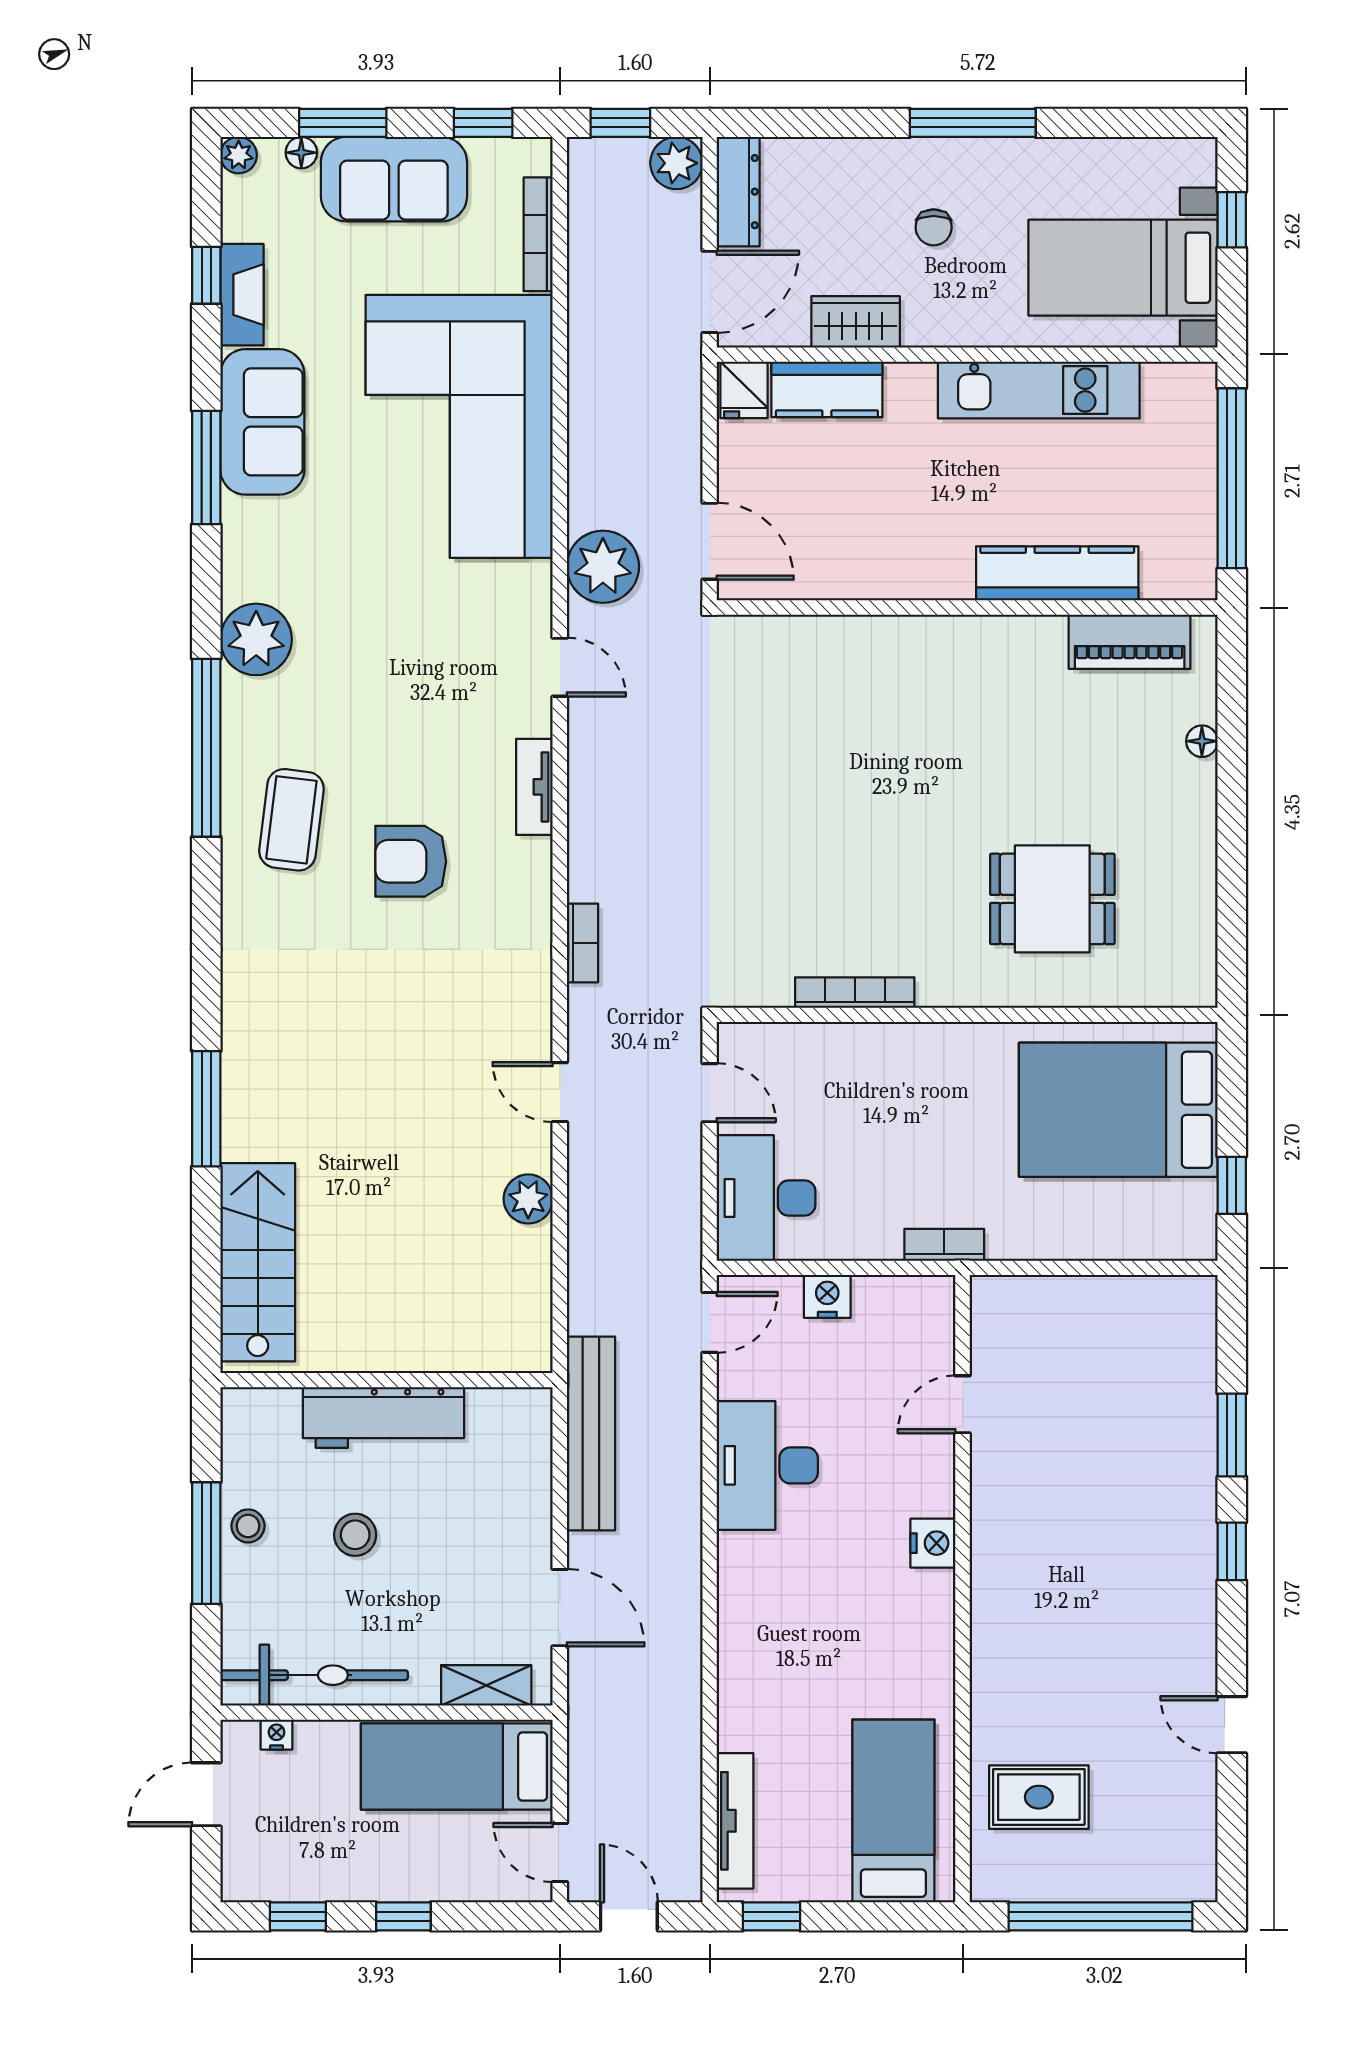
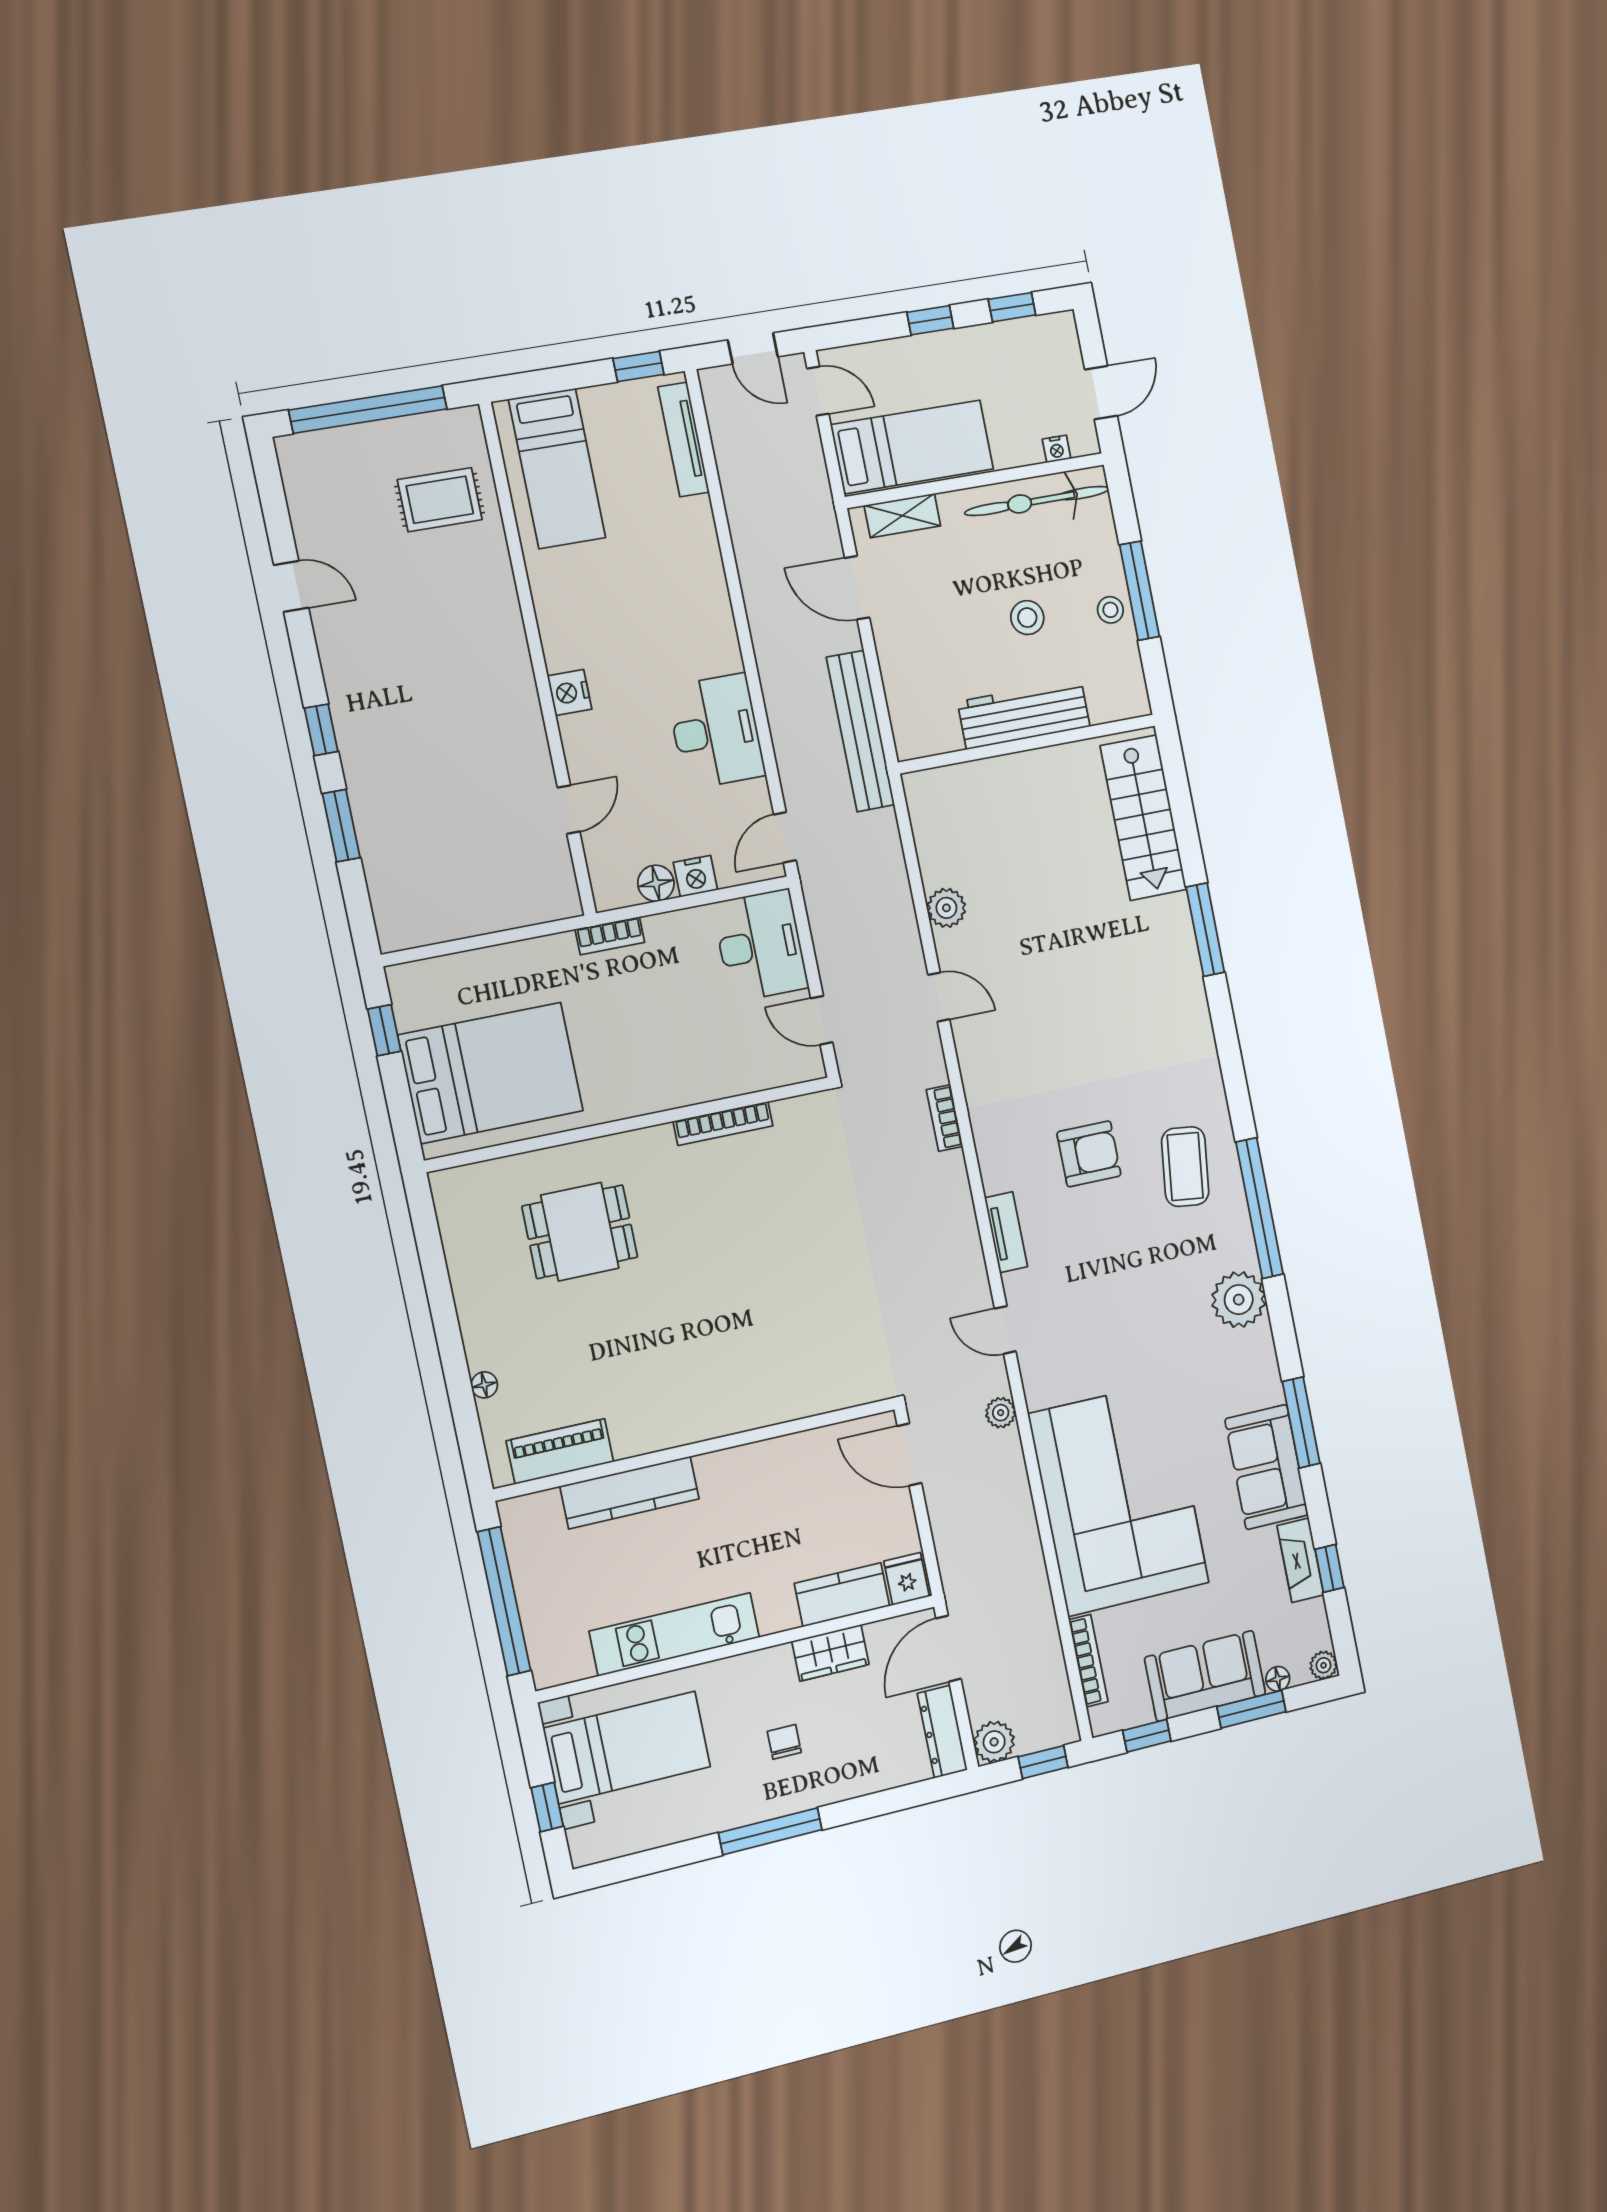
plant: (603, 567) -> (1001, 1413), width x0.53, depth x0.53
floor lamp: (876, 1297) -> (656, 883), added

